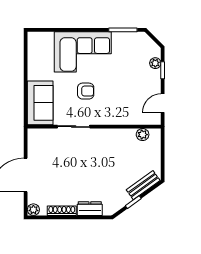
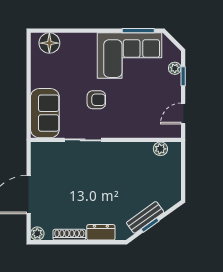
floor lamp: (44, 41) -> (49, 43), added
corner sofa: (83, 52) -> (130, 56), moved
bench: (143, 185) -> (145, 217), moved

